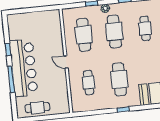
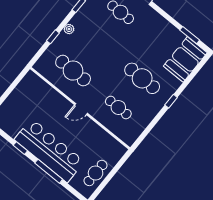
cafe table: (114, 32) -> (97, 41), removed

